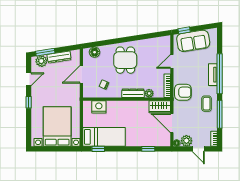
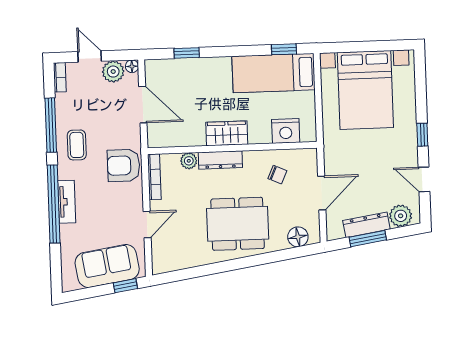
window: (45, 52) -> (368, 239), moved
dining table: (125, 60) -> (238, 224), width x1.38
door: (29, 79) -> (424, 179), hinge flipped
wardrobe: (160, 107) -> (227, 133), moved

